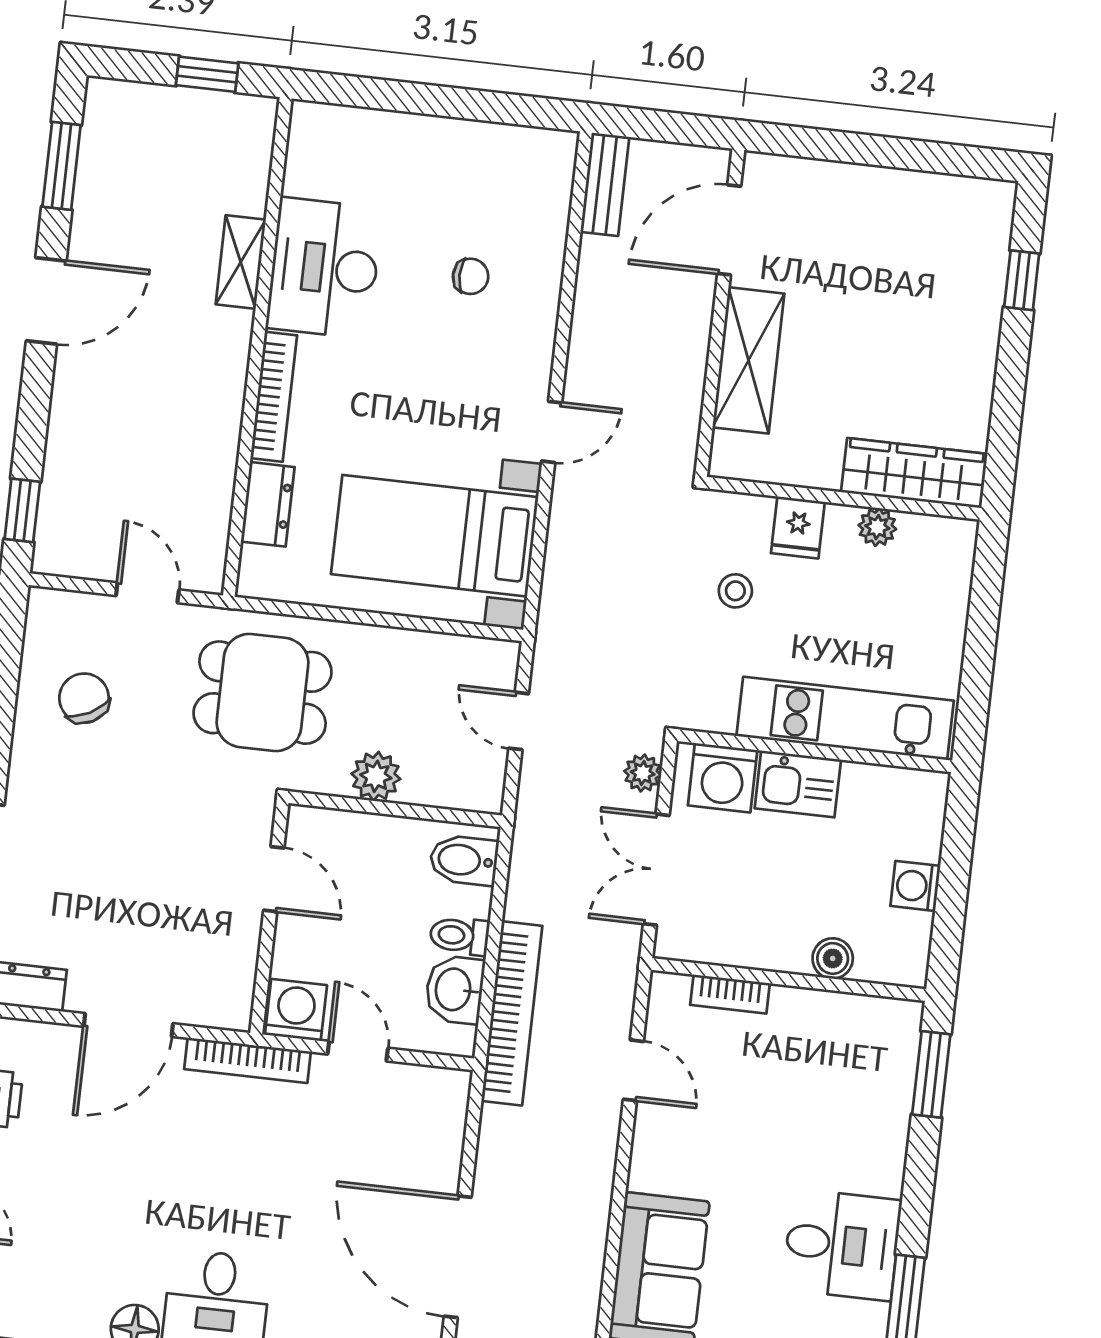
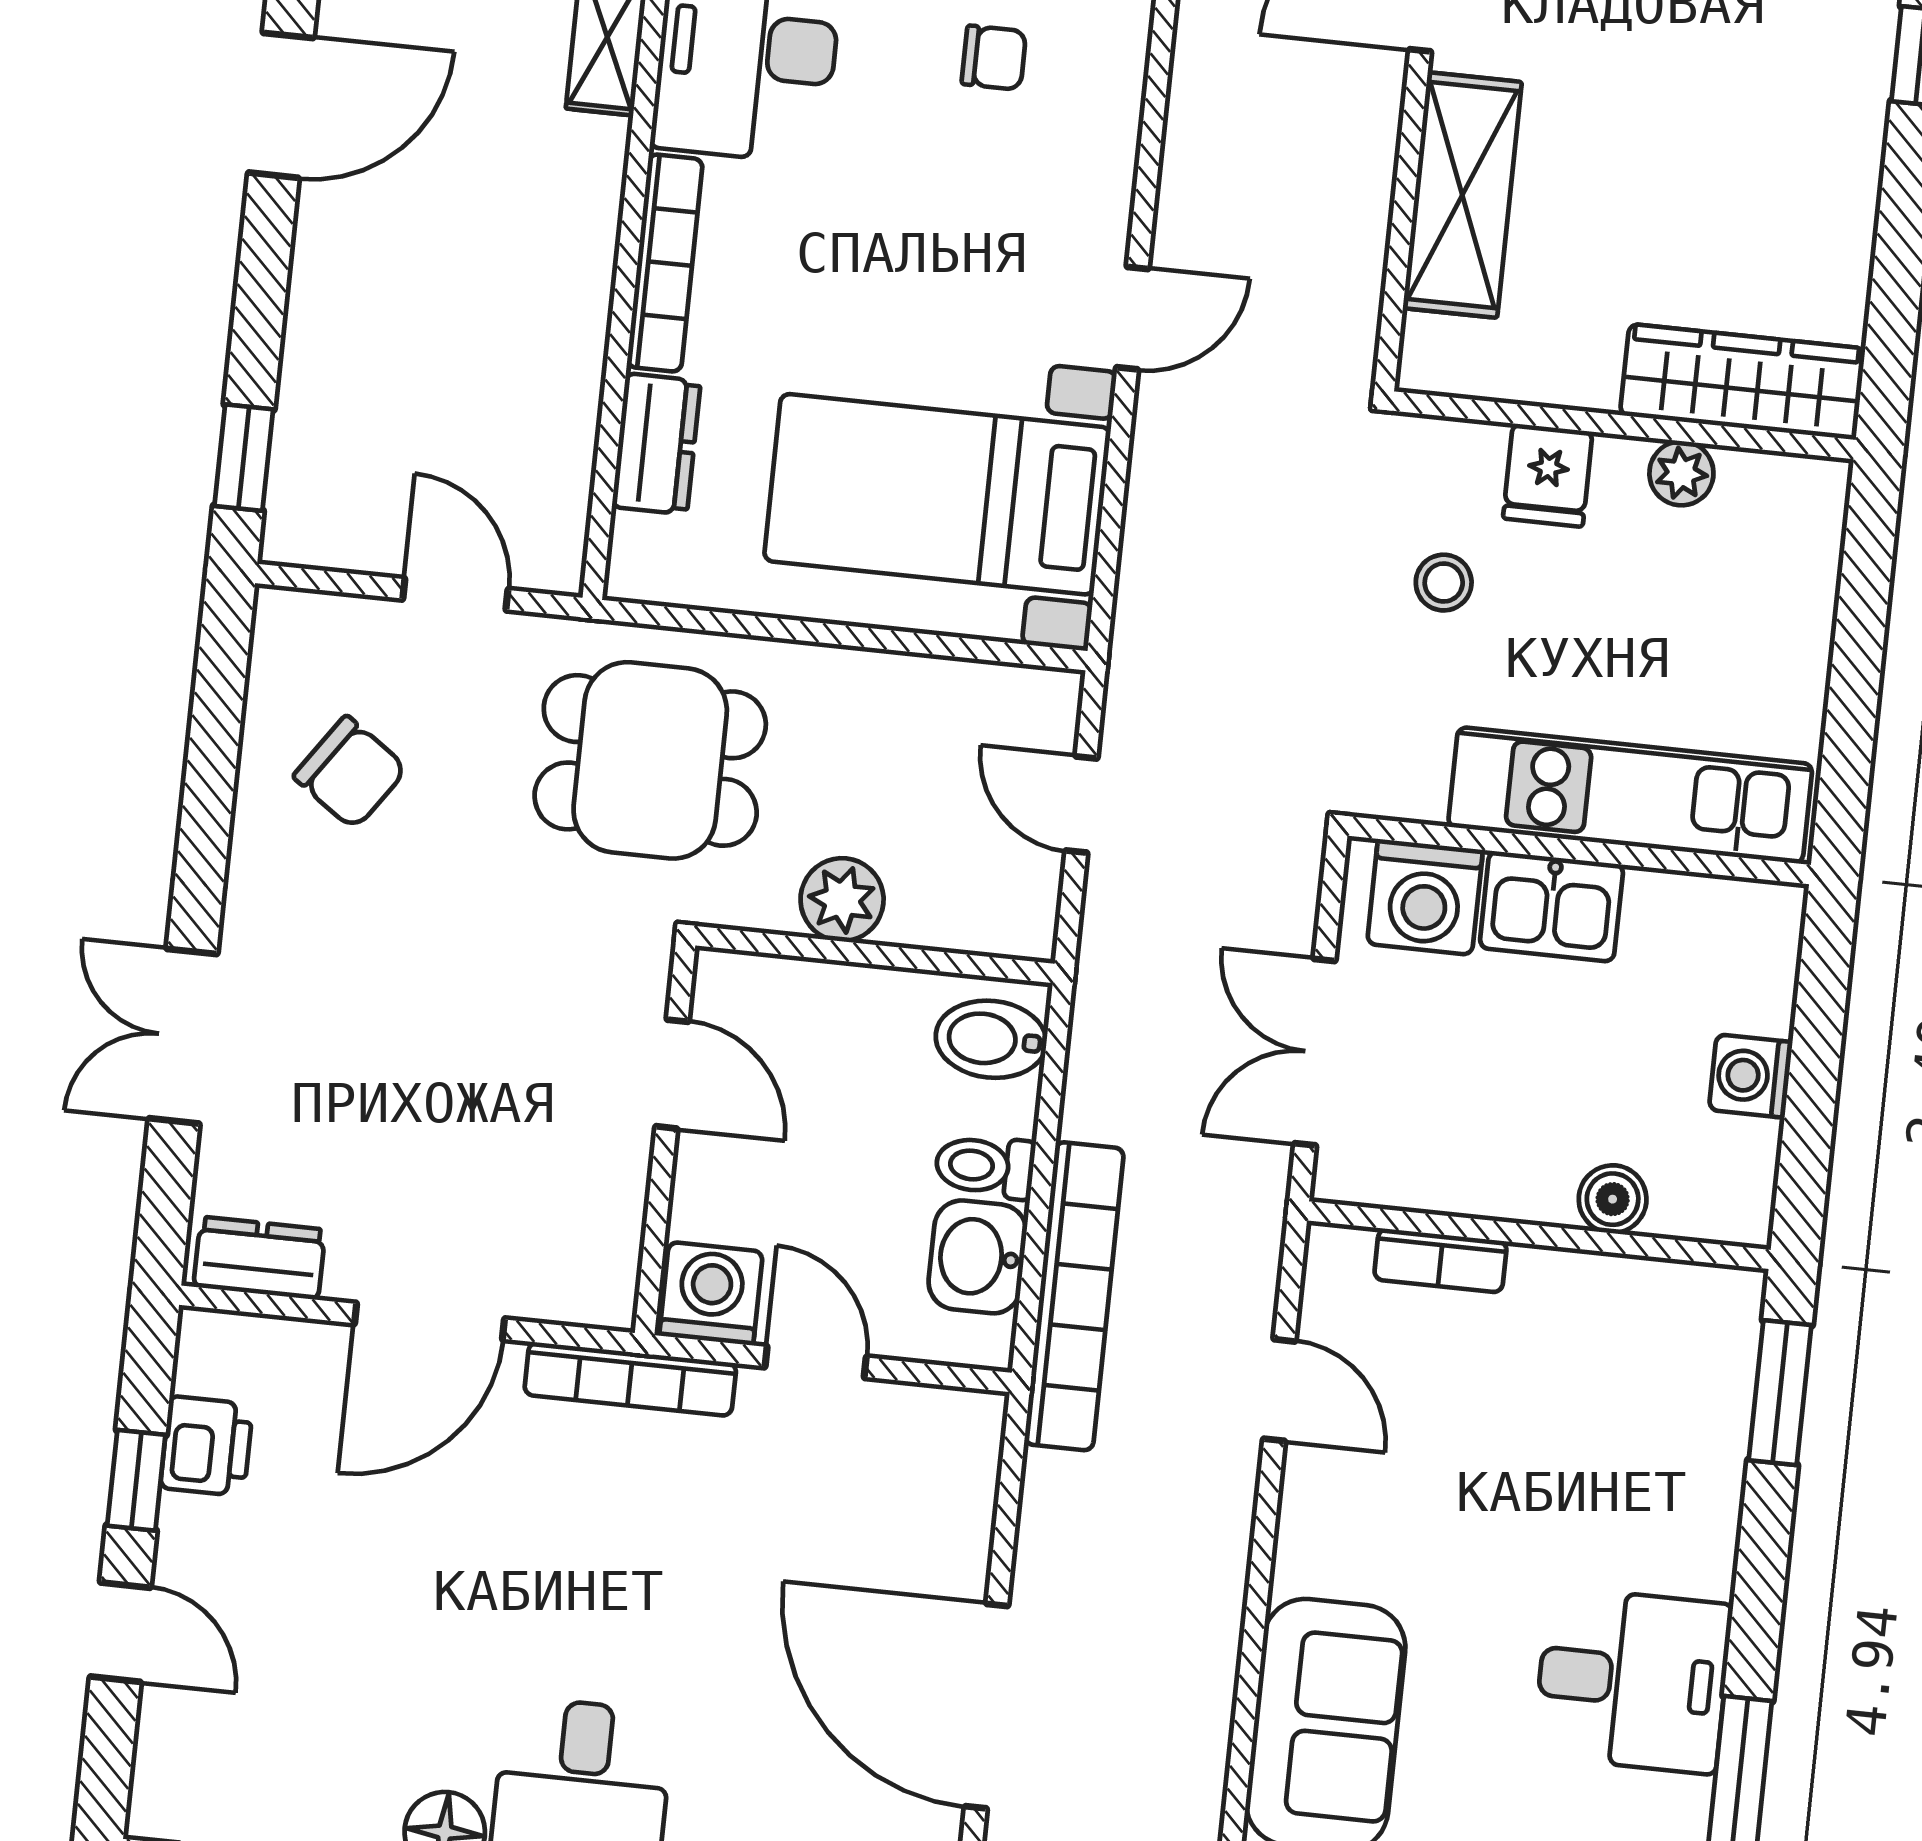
chair: (84, 698) -> (350, 772), turned 153
plant: (643, 773) -> (1290, 890), removed

